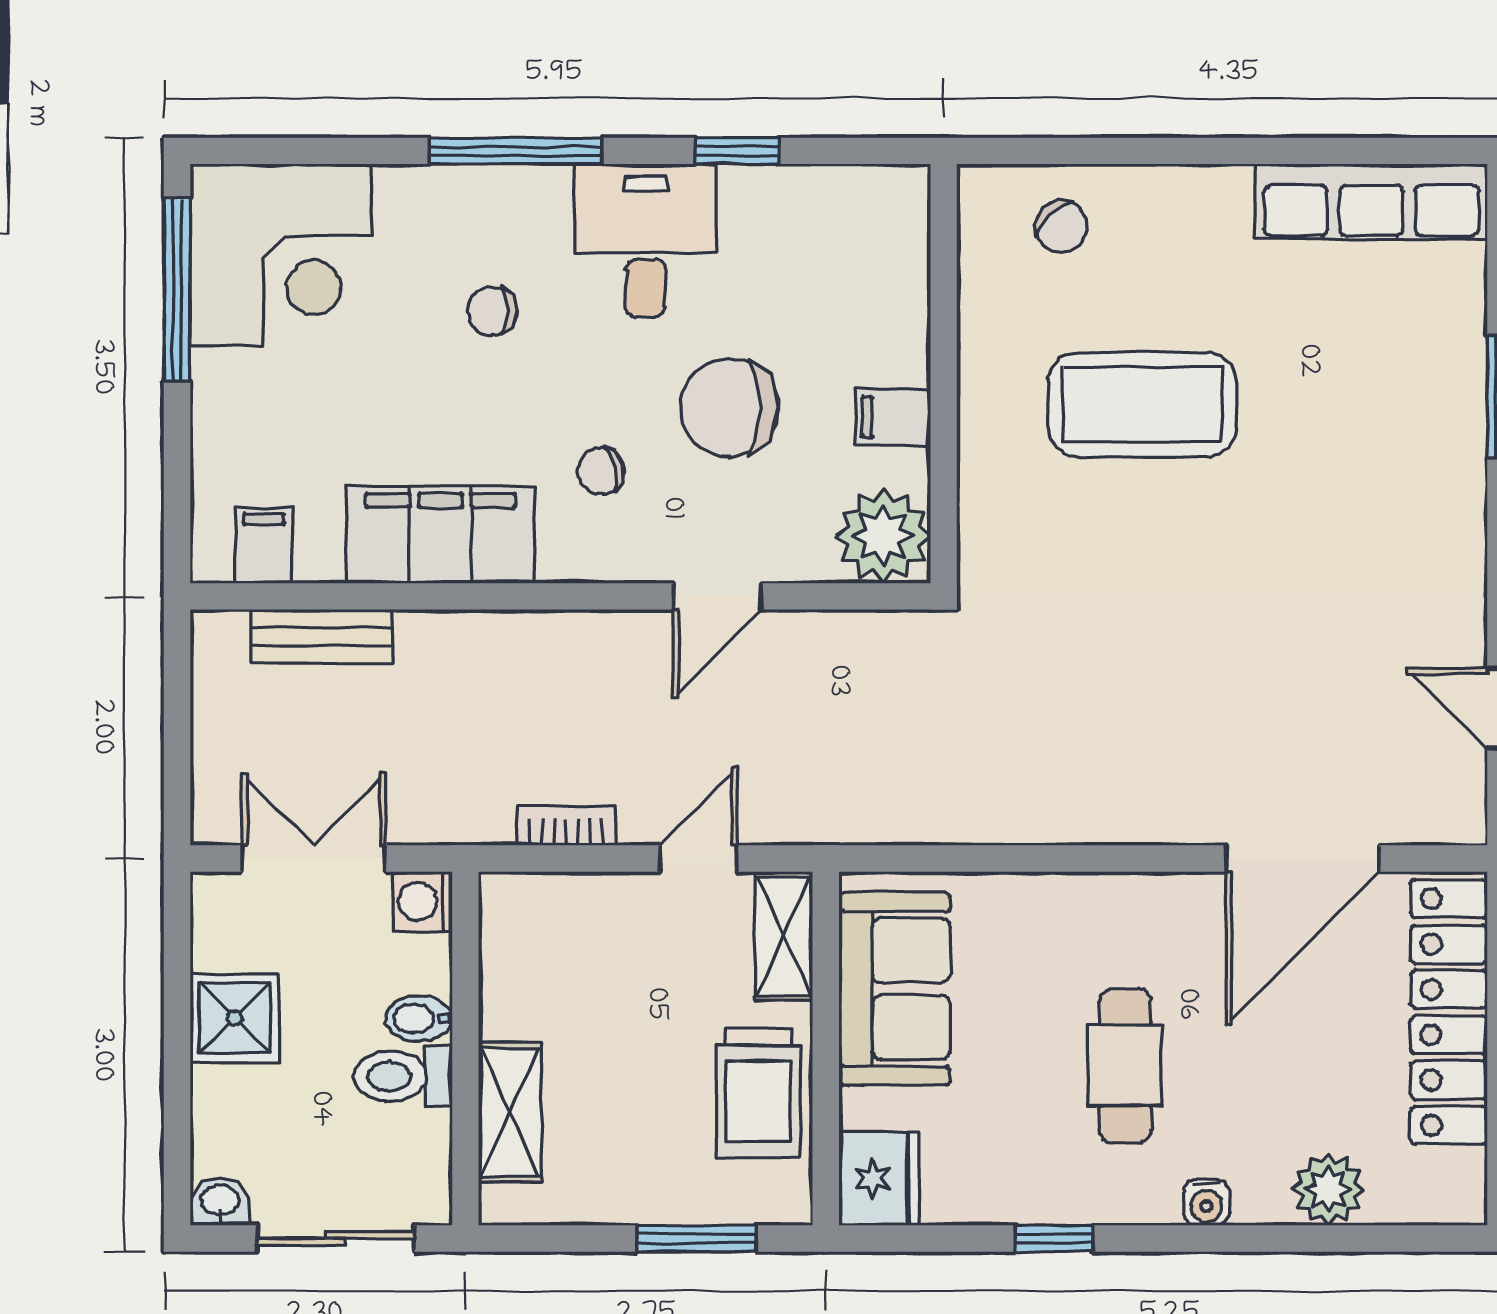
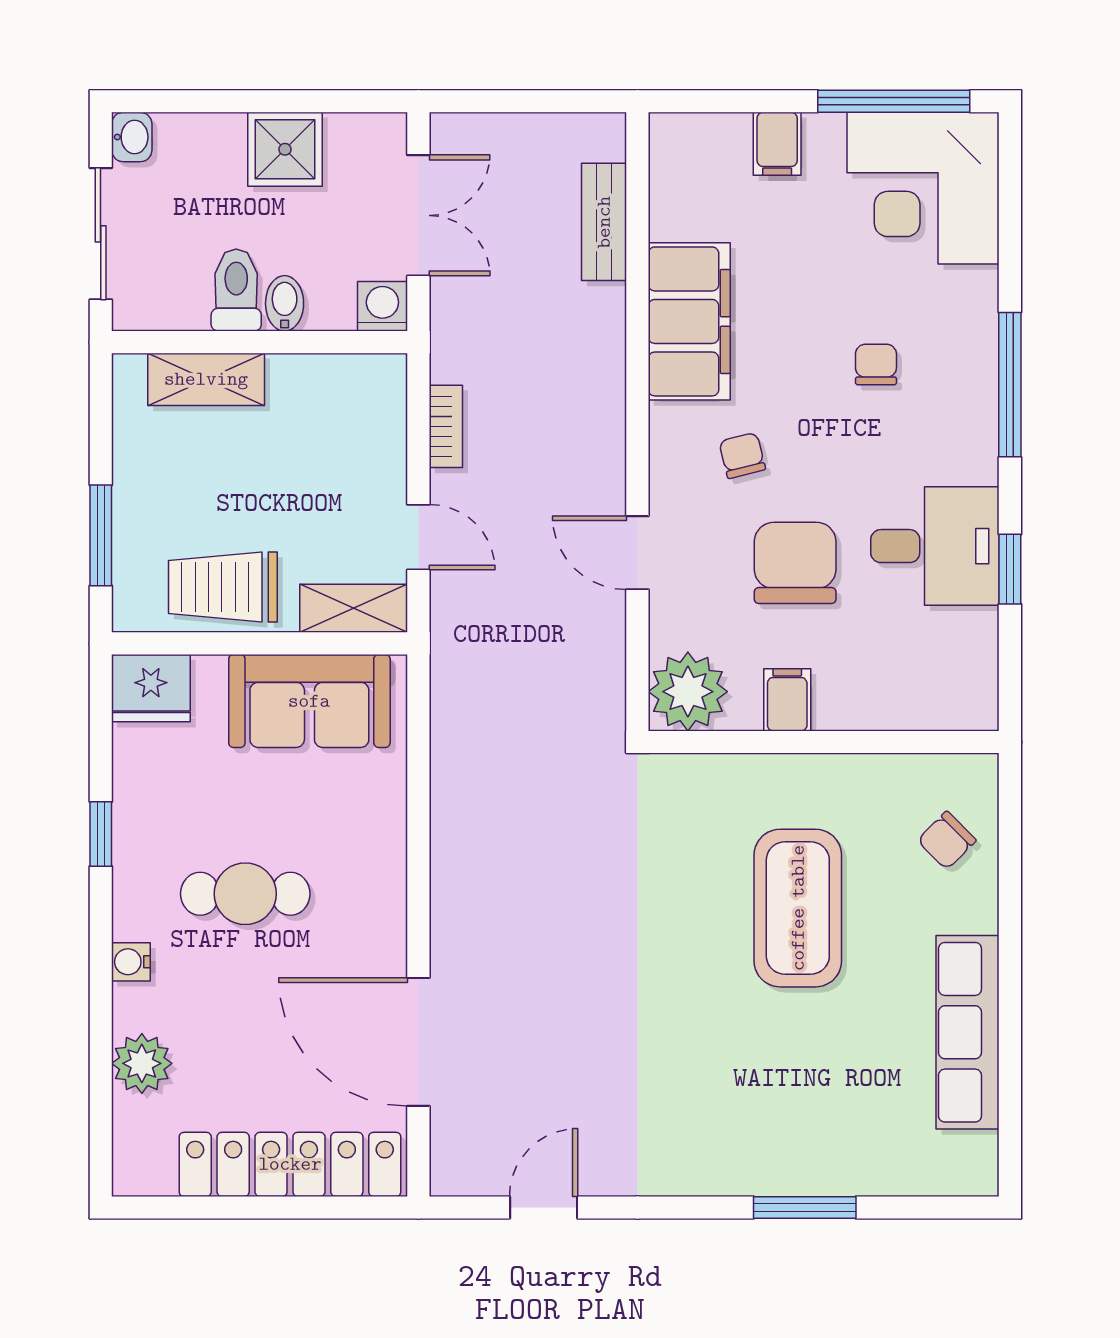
row of seats: (1371, 202) -> (968, 1032), moved
desk: (645, 241) -> (935, 546), moved
filing cabinet: (264, 545) -> (777, 144), moved, turned 90

